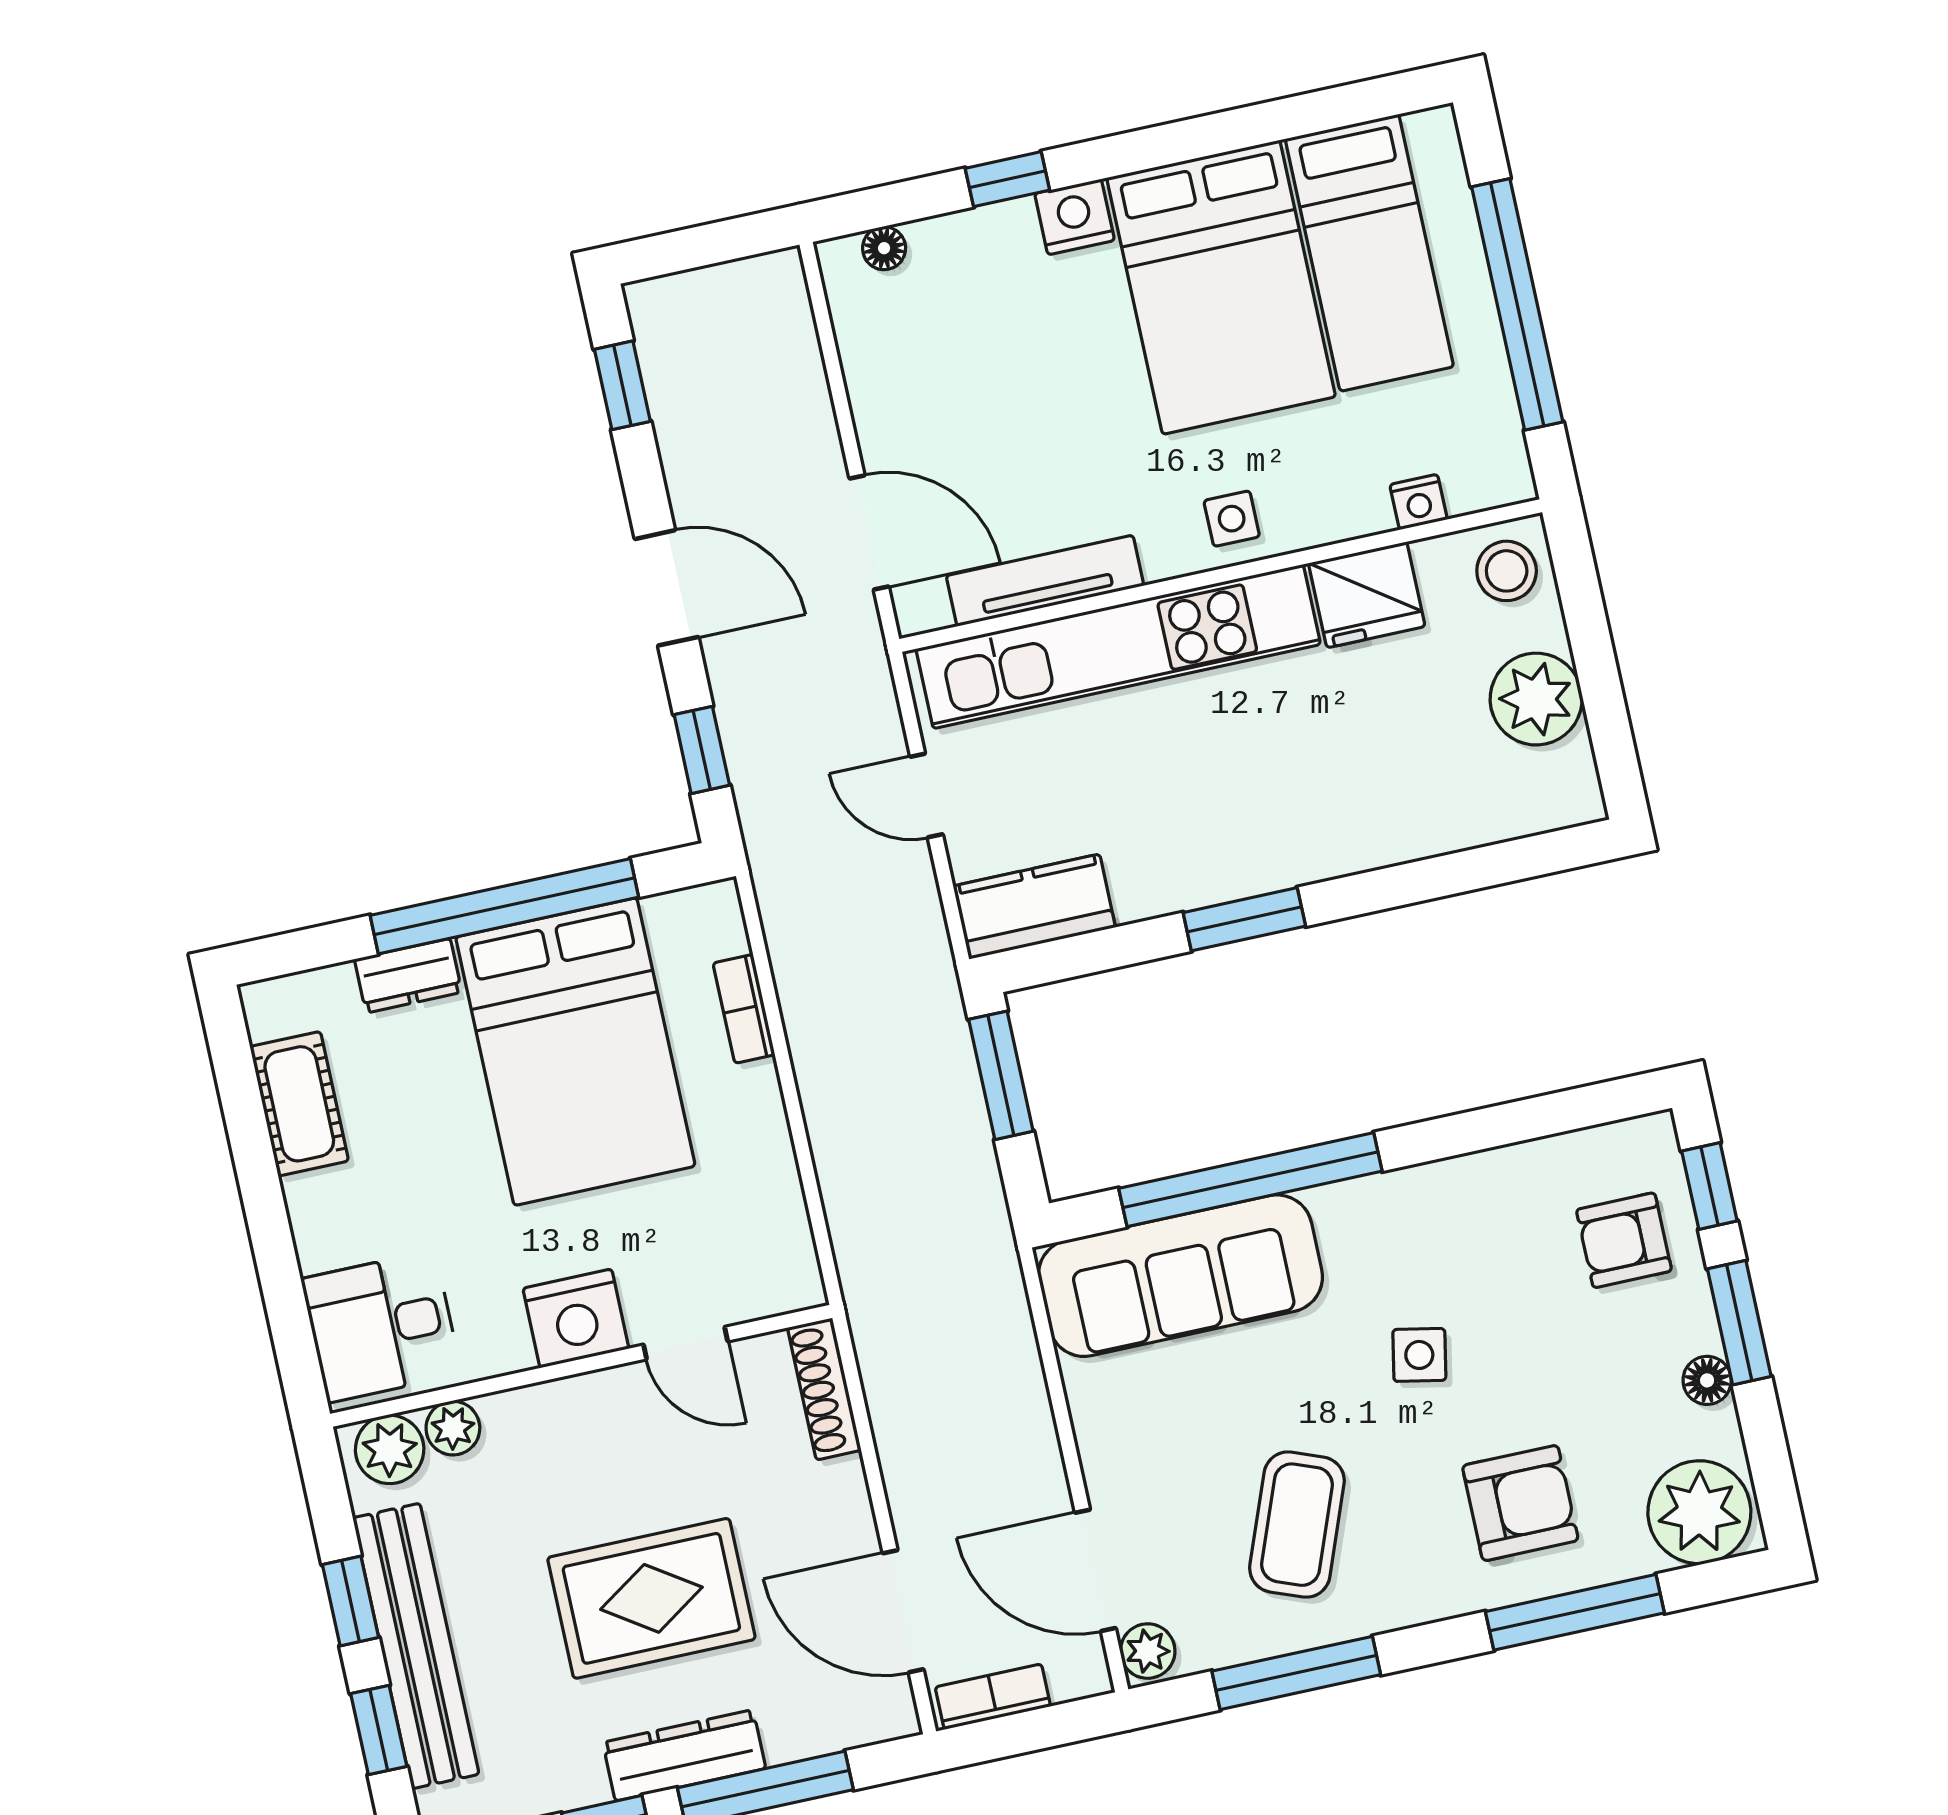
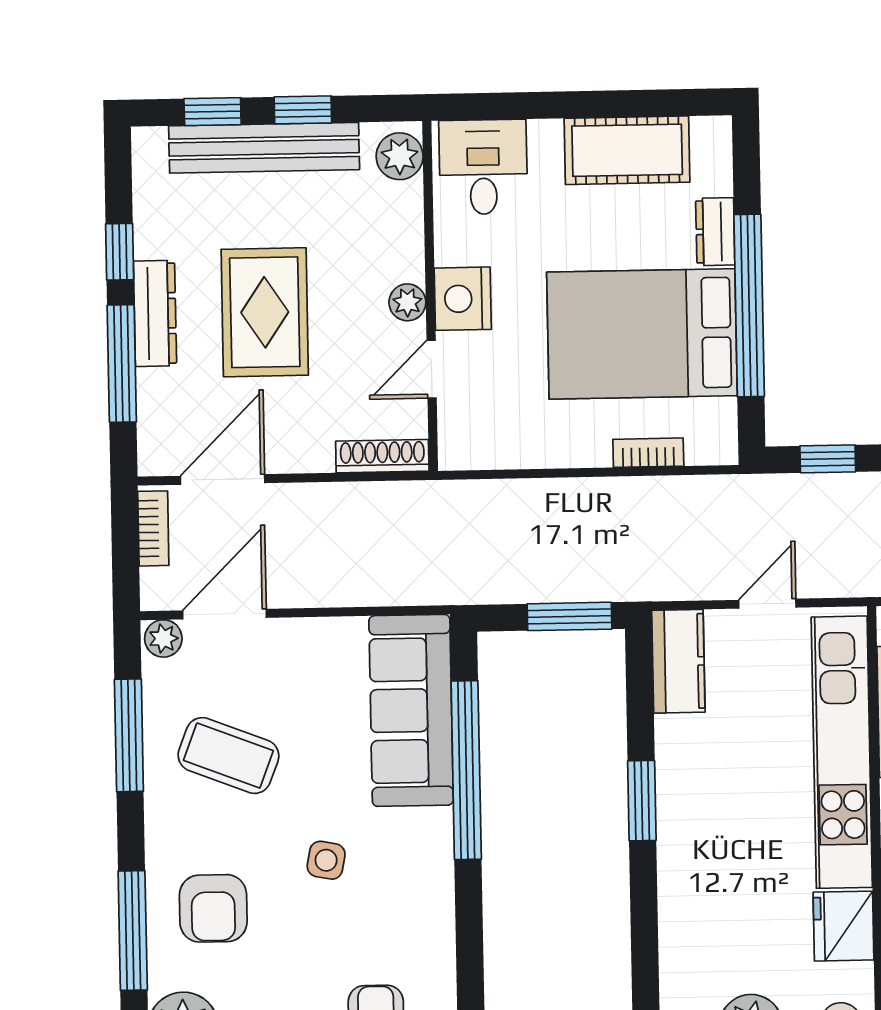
cot: (299, 1104) -> (627, 150), width x1.37, depth x1.34
plant: (453, 1428) -> (407, 302), moved

